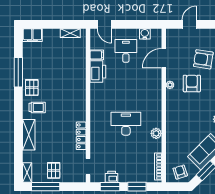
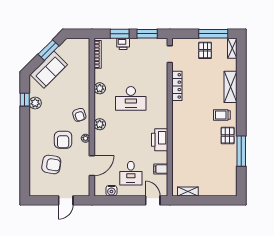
filing cabinet: (32, 35) -> (227, 189), removed
printer: (98, 72) -> (160, 140), moved
plant: (156, 98) -> (100, 124), added
armchair: (180, 172) -> (79, 115), moved
printer: (112, 177) -> (123, 44), moved

